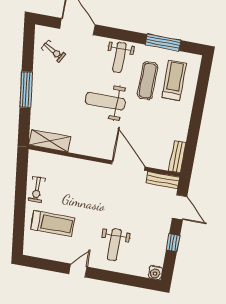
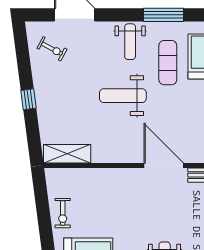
window: (163, 42) -> (163, 15), moved
window: (26, 90) -> (28, 99), width x0.46

